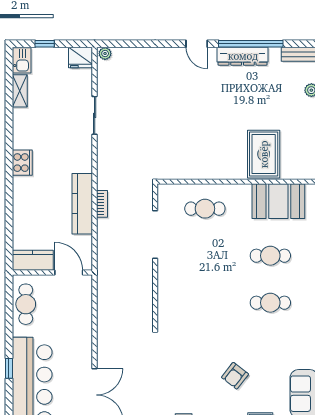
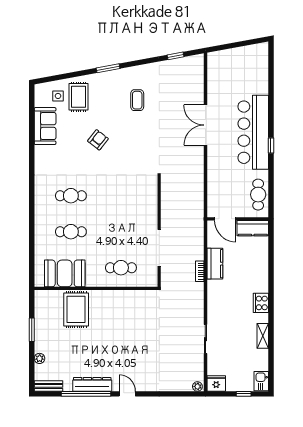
shelving: (20, 91) -> (263, 336), moved
kitchen counter: (82, 204) -> (215, 264), width x0.67

